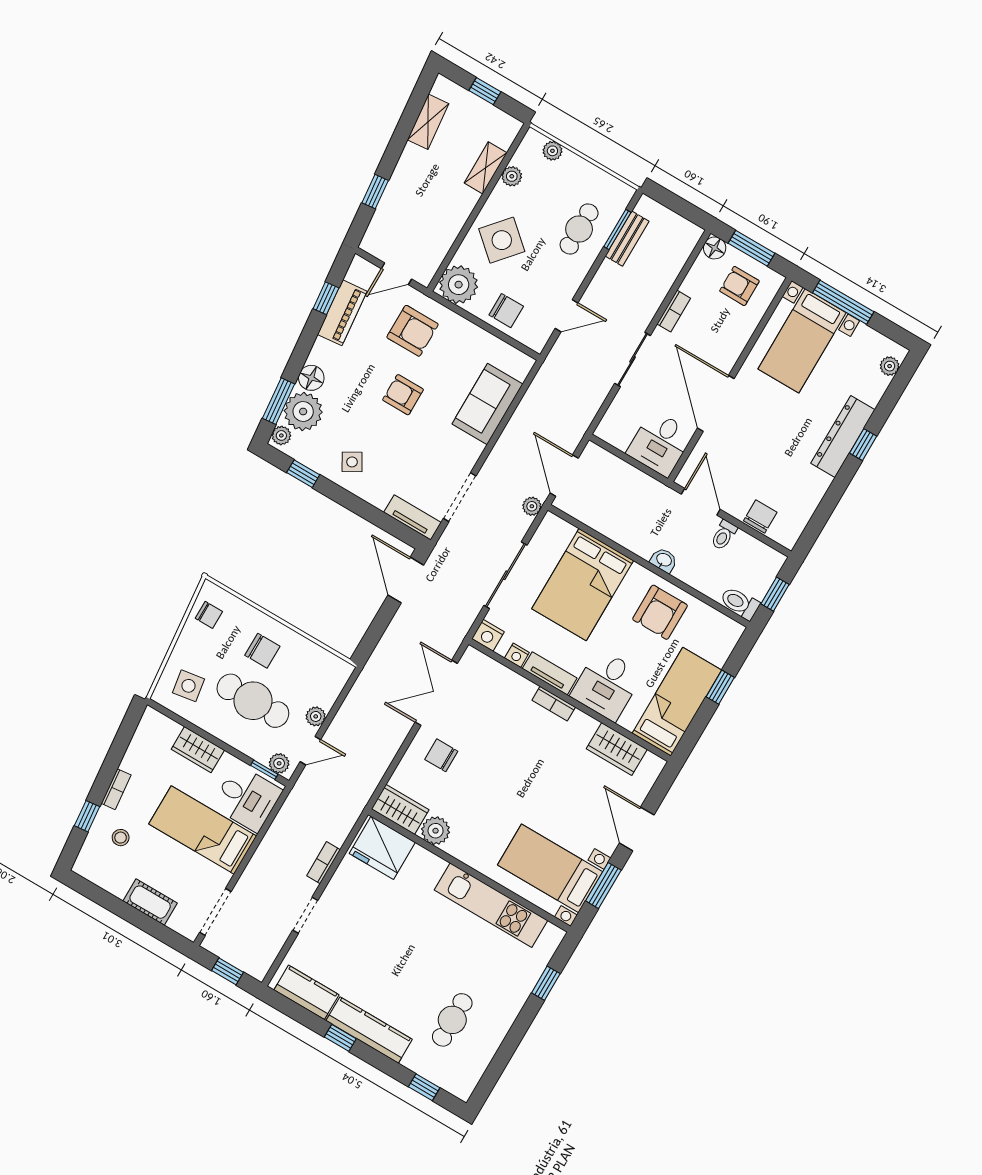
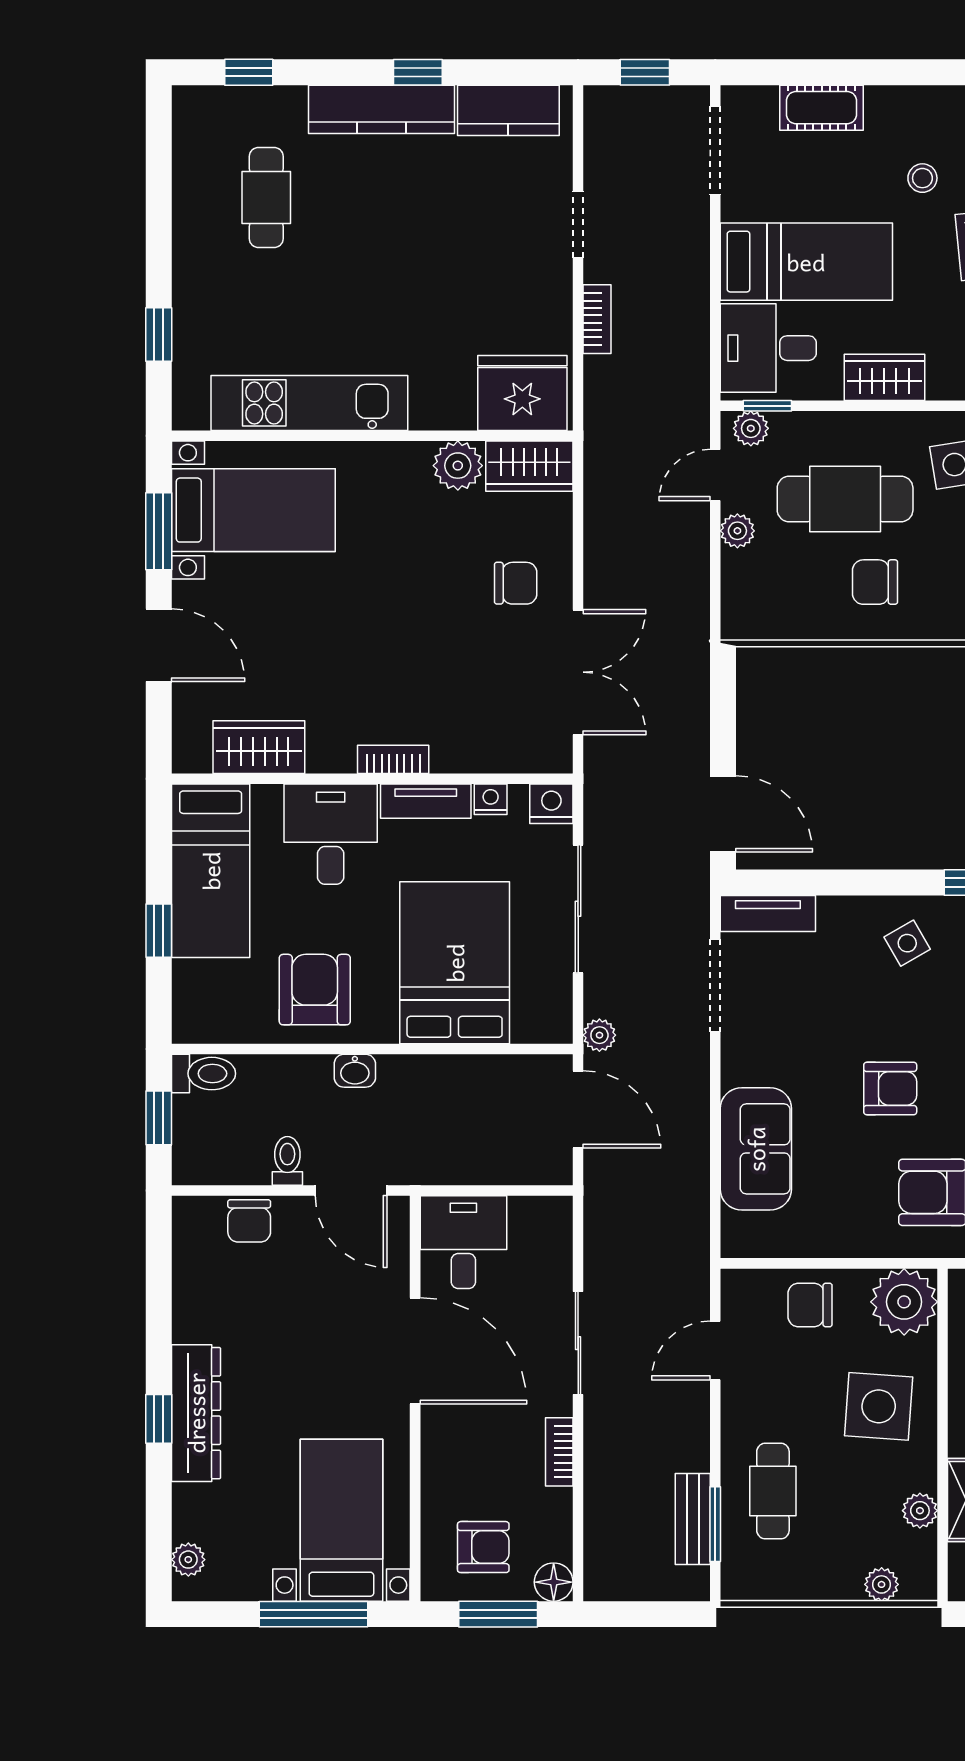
side table: (502, 240) -> (879, 1406), turned -37

